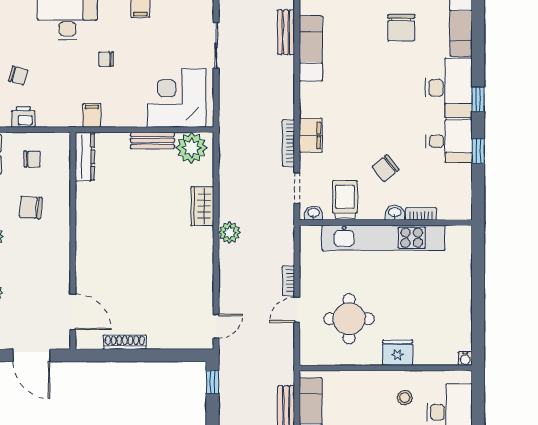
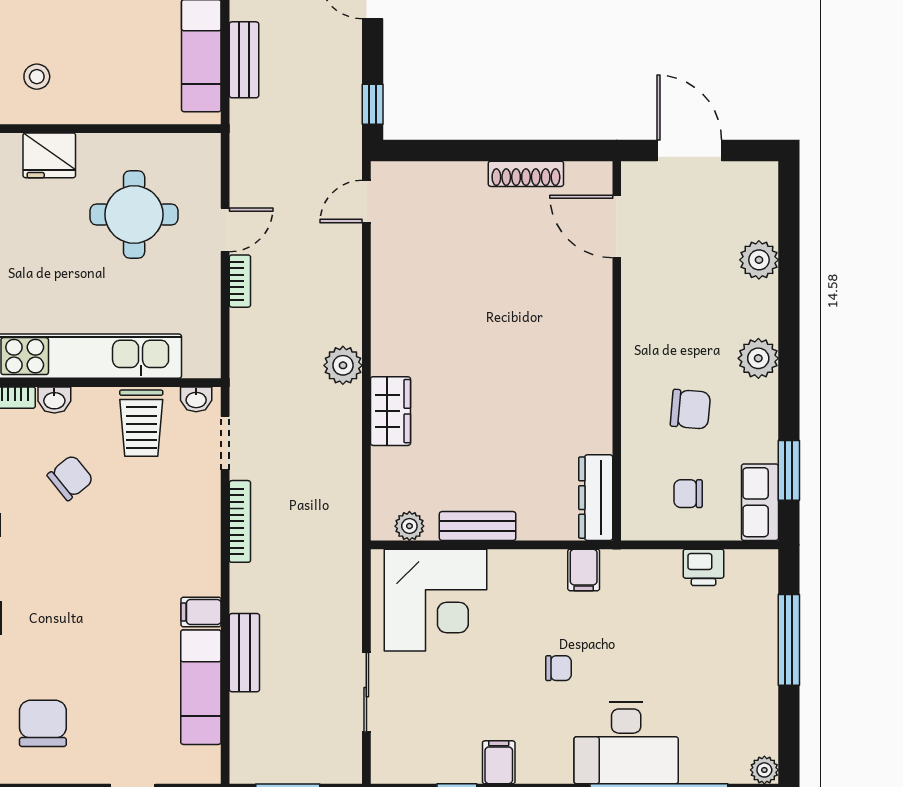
bench: (286, 32) -> (244, 653), moved
chair: (18, 75) -> (712, 640), removed
filing cabinet: (311, 135) -> (201, 612), moved, width x0.50
plant: (191, 148) -> (409, 526), width x0.53, depth x0.53

